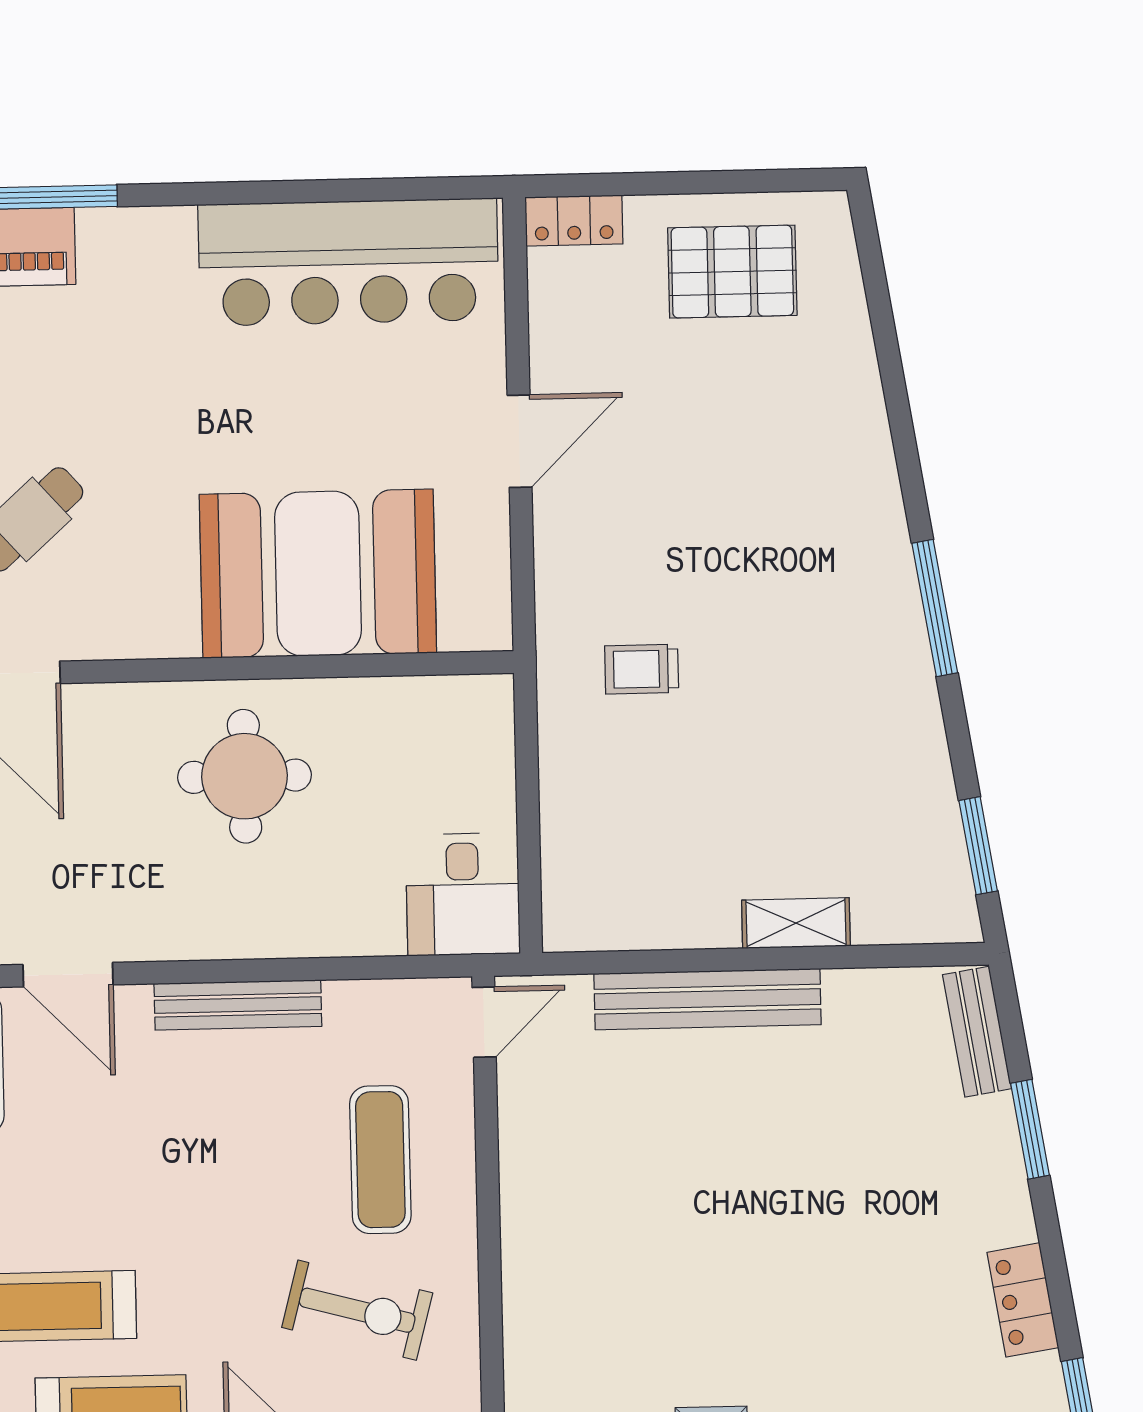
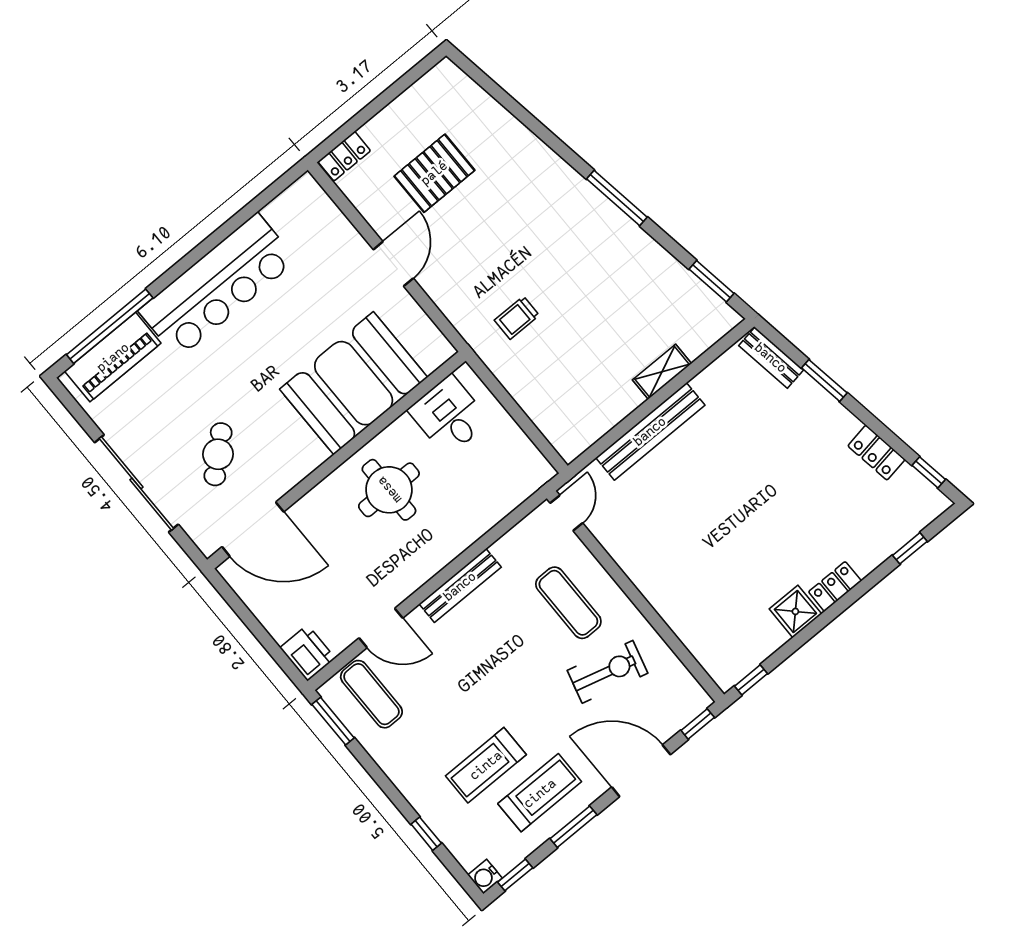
bar counter: (348, 262) -> (218, 286), moved
pallet: (732, 272) -> (434, 173), moved
desk: (463, 894) -> (449, 415), moved, turned 180

